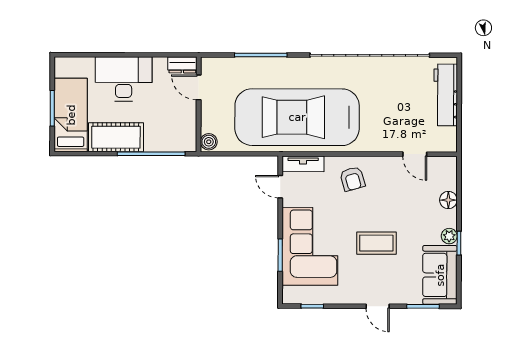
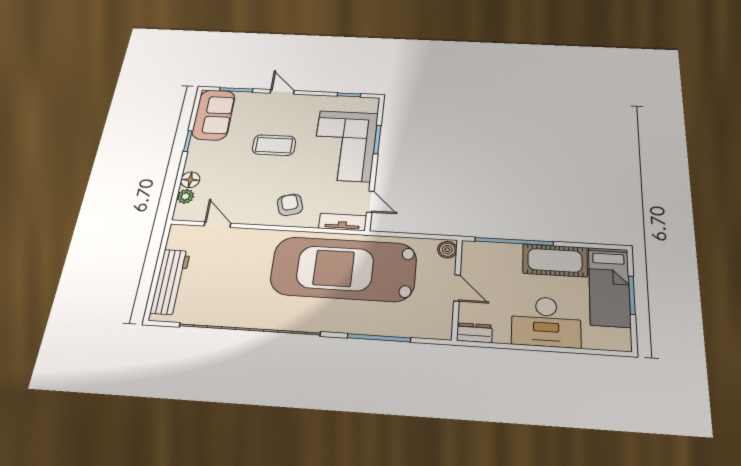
door: (199, 87) -> (457, 288), moved
car: (297, 117) -> (344, 269), turned 180
plant: (449, 236) -> (185, 196), moved

